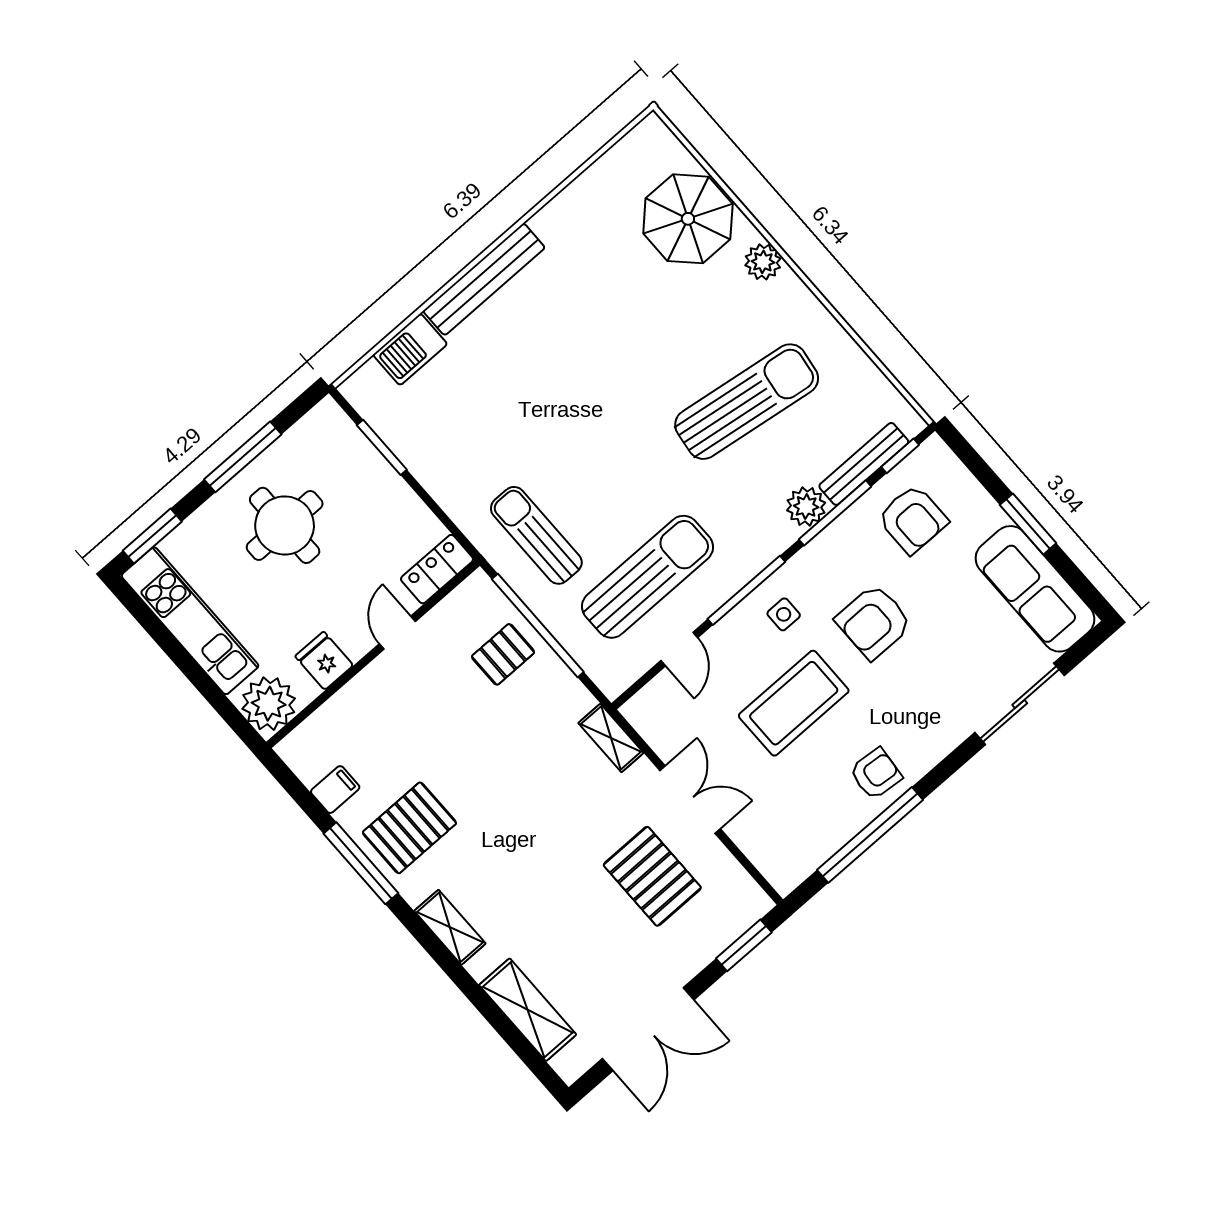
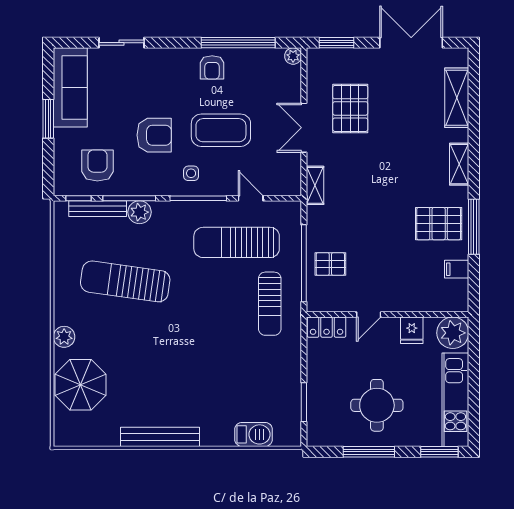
bench: (484, 279) -> (160, 437), moved
door: (679, 649) -> (251, 198), hinge flipped
sliding door: (1020, 704) -> (122, 43), width x0.73
armchair: (876, 774) -> (212, 67), turned -95
plant: (784, 879) -> (293, 56), added

